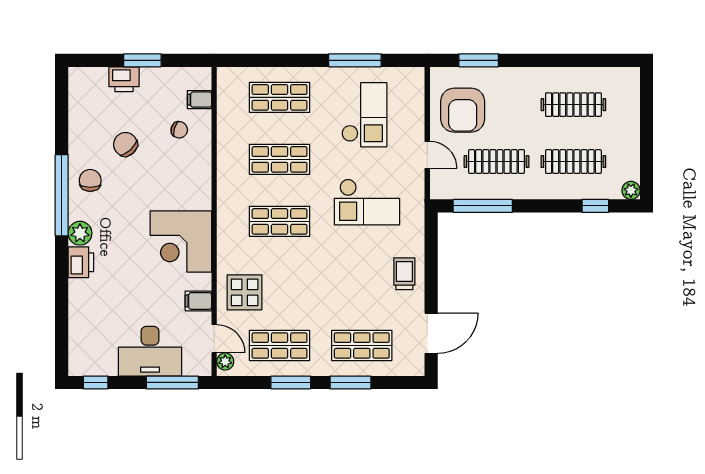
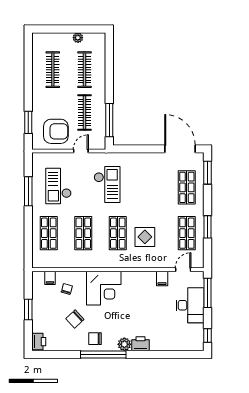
printer: (124, 79) -> (39, 342), moved
checkout: (364, 115) -> (58, 186), turned -90
plant: (631, 190) -> (78, 38), moved
window: (595, 206) -> (109, 58), removed
corner desk: (181, 241) -> (104, 288), moved
trolley: (404, 274) -> (147, 164), removed
display table: (245, 292) -> (145, 237), moved
door: (431, 333) -> (180, 149), width x1.36
plant: (225, 362) -> (196, 263), removed
window: (351, 382) -> (207, 173), moved

